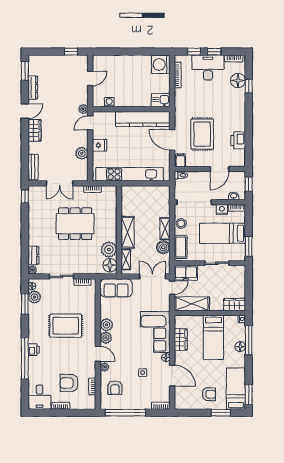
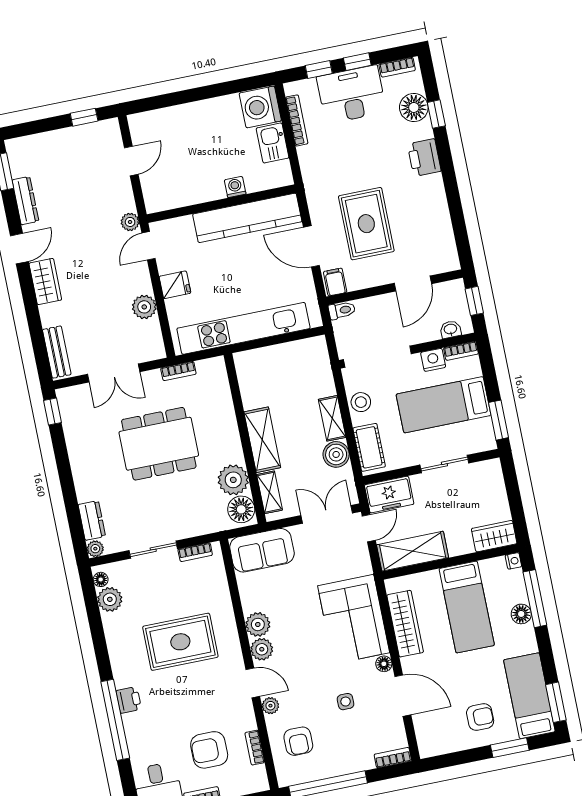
kitchen sink: (161, 100) -> (273, 143), moved, turned -90
washing machine: (109, 102) -> (235, 187), moved
printer: (238, 140) -> (424, 158), moved
window: (25, 304) -> (94, 616), removed
wardrobe: (181, 340) -> (405, 624), width x1.50

